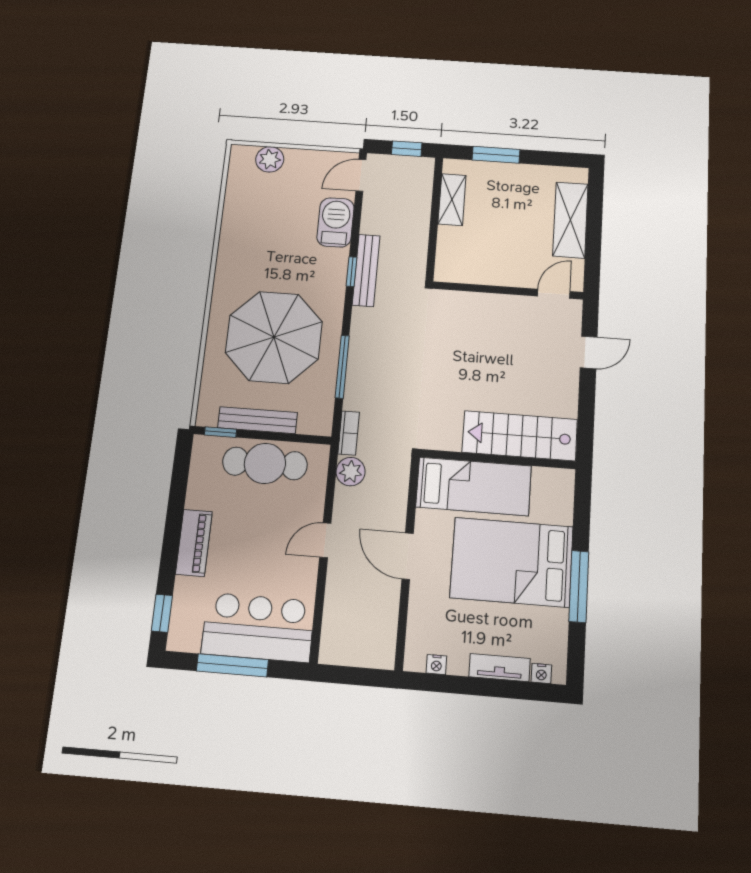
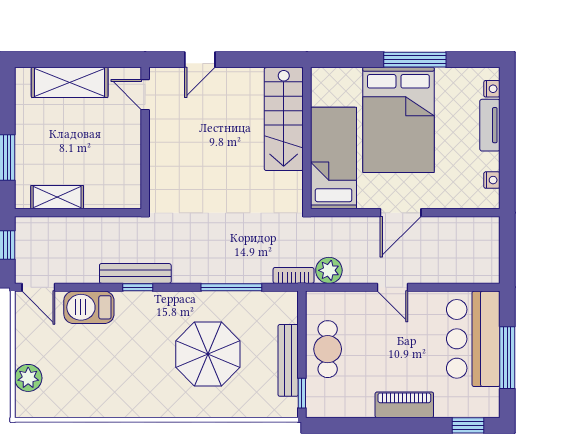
parasol: (274, 337) -> (208, 354), width x0.73, depth x0.73
door: (589, 352) -> (200, 60), swing flipped
cafe table: (265, 463) -> (328, 349), width x0.73, depth x0.74

